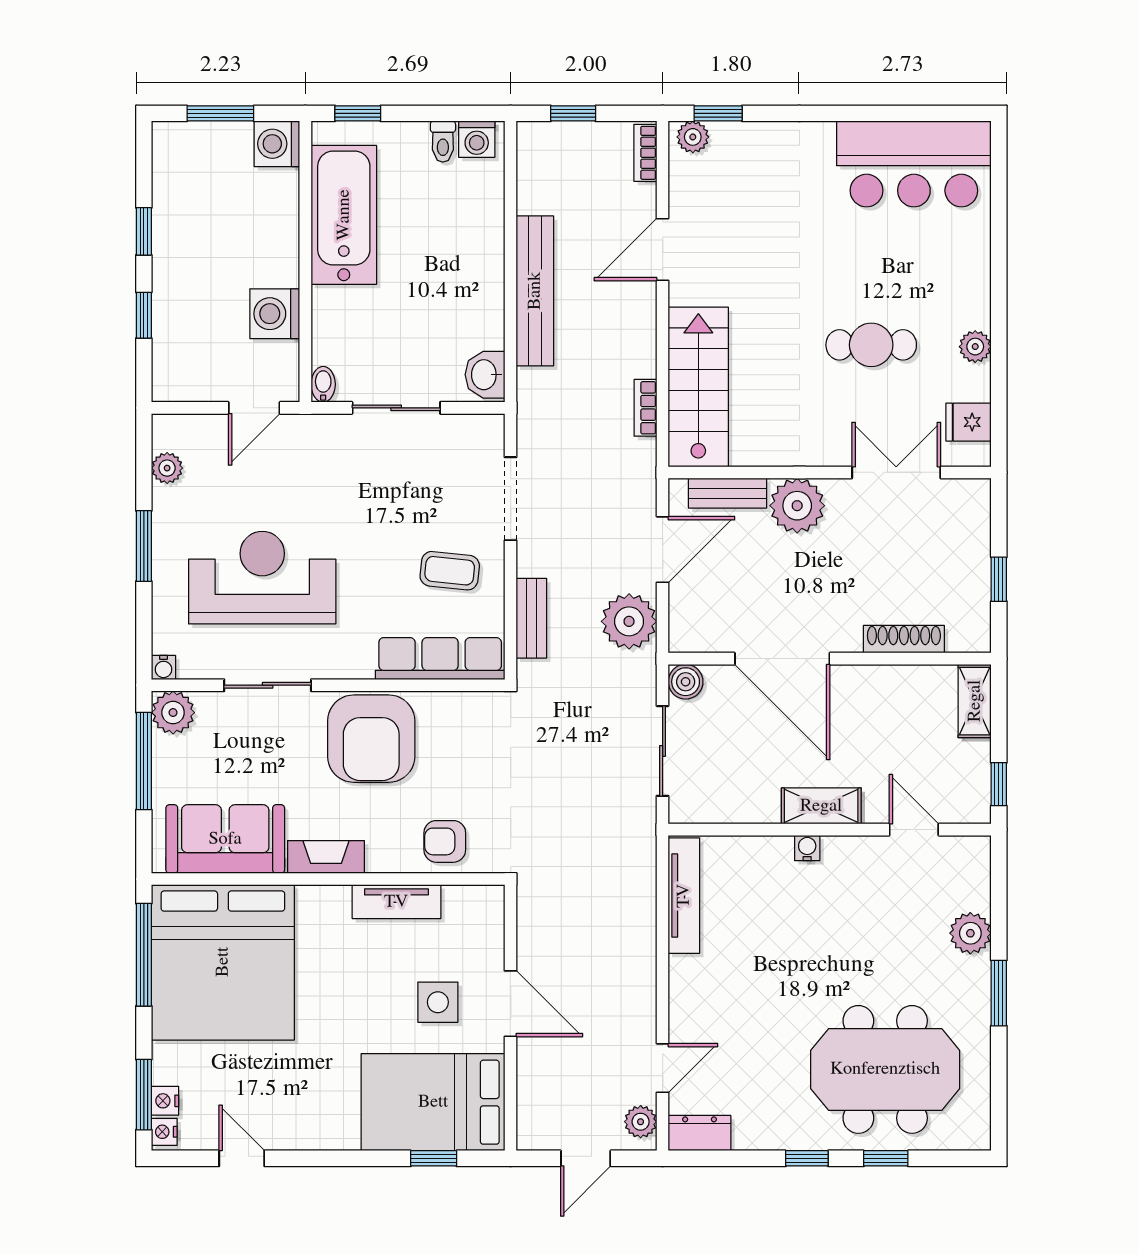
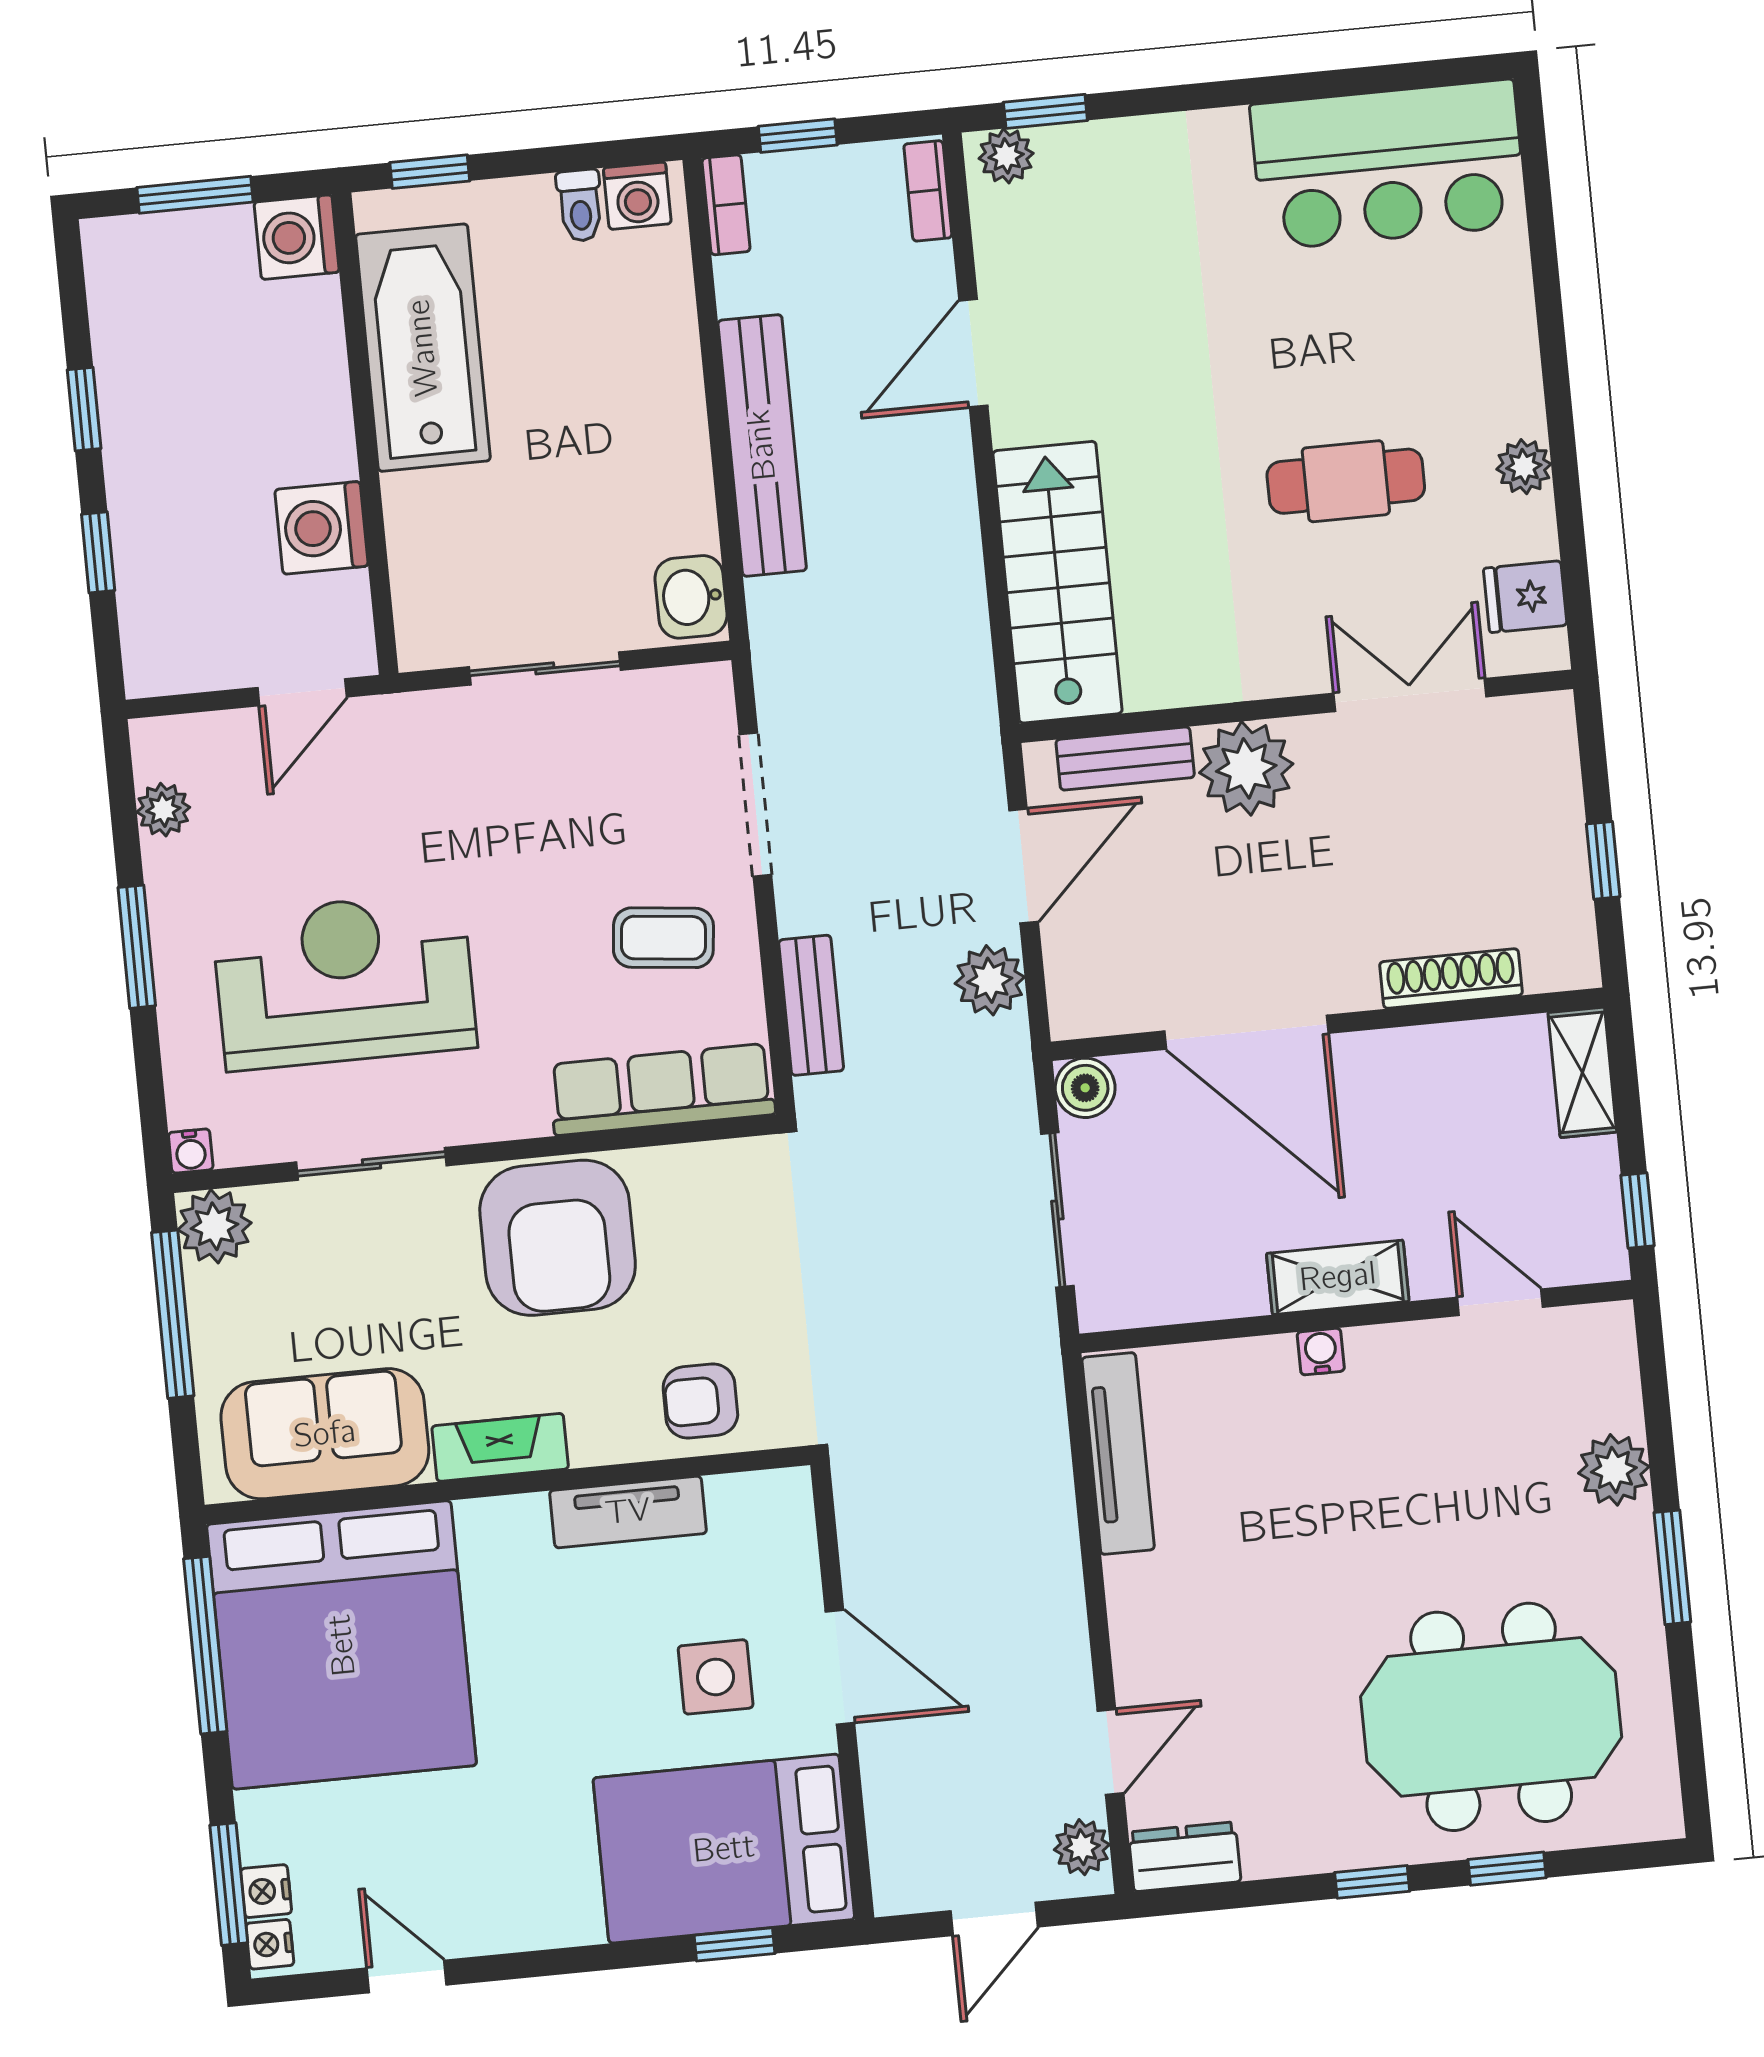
bidet: (323, 384) -> (416, 640), removed
bookcase: (645, 408) -> (726, 205), moved, turned 180
plant: (629, 621) -> (990, 980), width x0.73, depth x0.73

